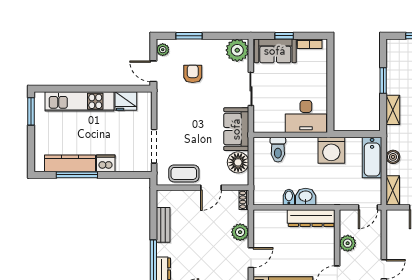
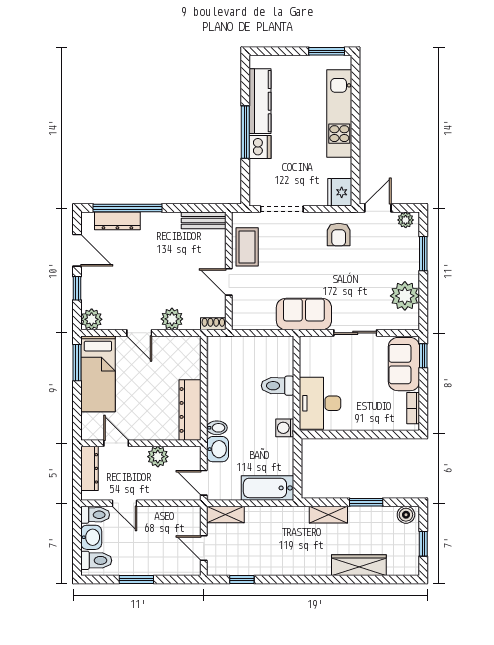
window: (284, 36) -> (423, 356), moved
plant: (237, 50) -> (405, 296), moved
armchair: (193, 74) -> (339, 235), moved, turned 90
fridge: (126, 101) -> (340, 192), moved
toilet: (278, 150) -> (278, 386), moved
washing machine: (331, 150) -> (285, 428), width x0.53, depth x0.53
boiler: (393, 157) -> (406, 515), moved
floor lamp: (238, 162) -> (261, 316), removed
window: (77, 175) -> (245, 132), moved
bidet: (289, 197) -> (217, 428), moved
washbasin: (306, 197) -> (217, 449), moved
bench: (163, 225) -> (204, 220), moved

